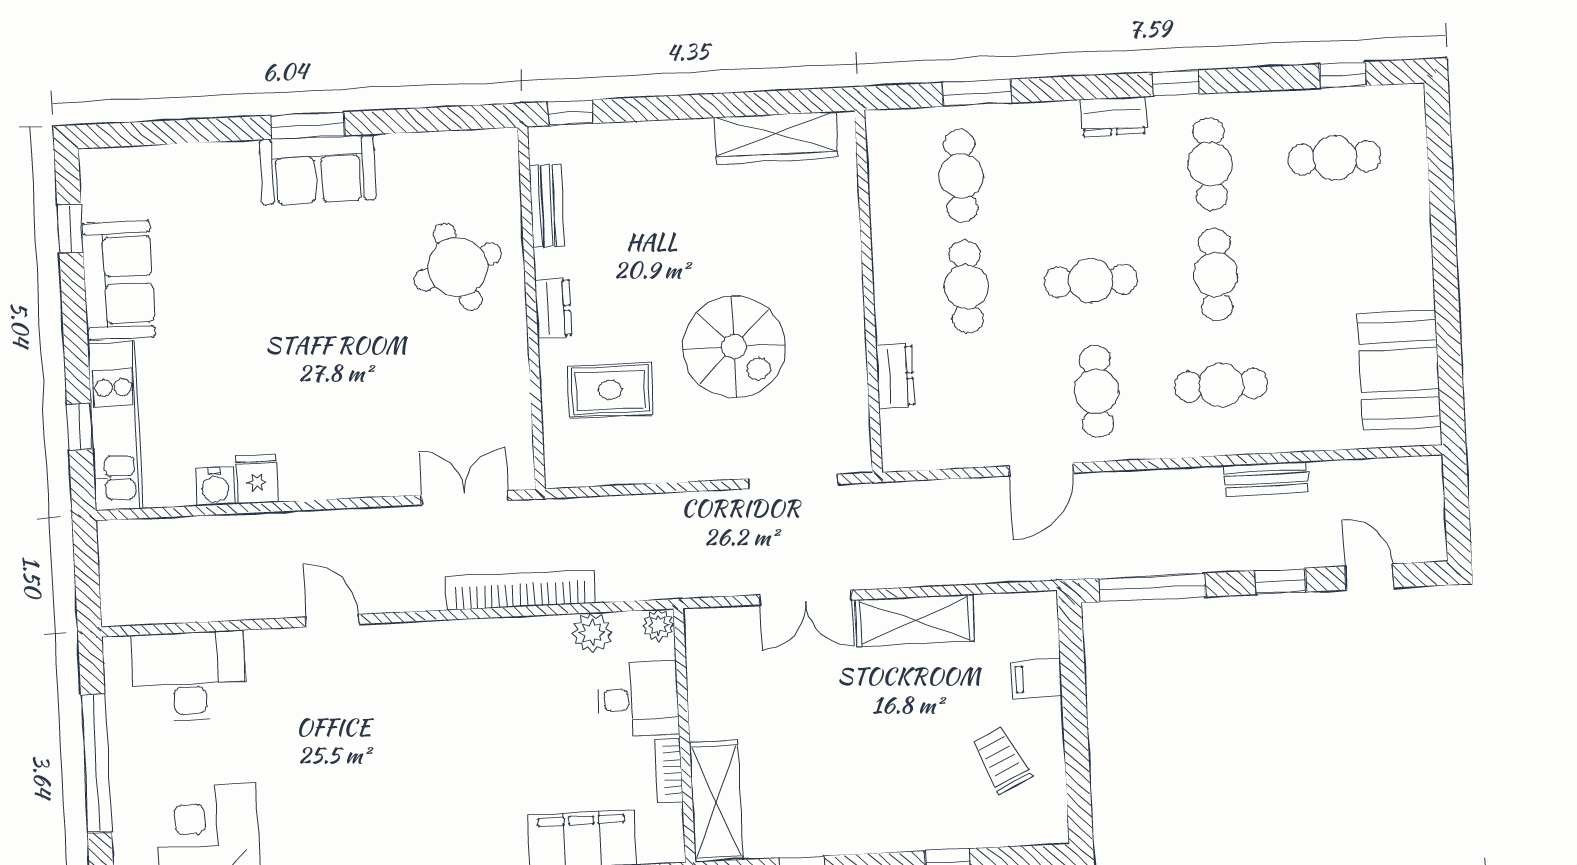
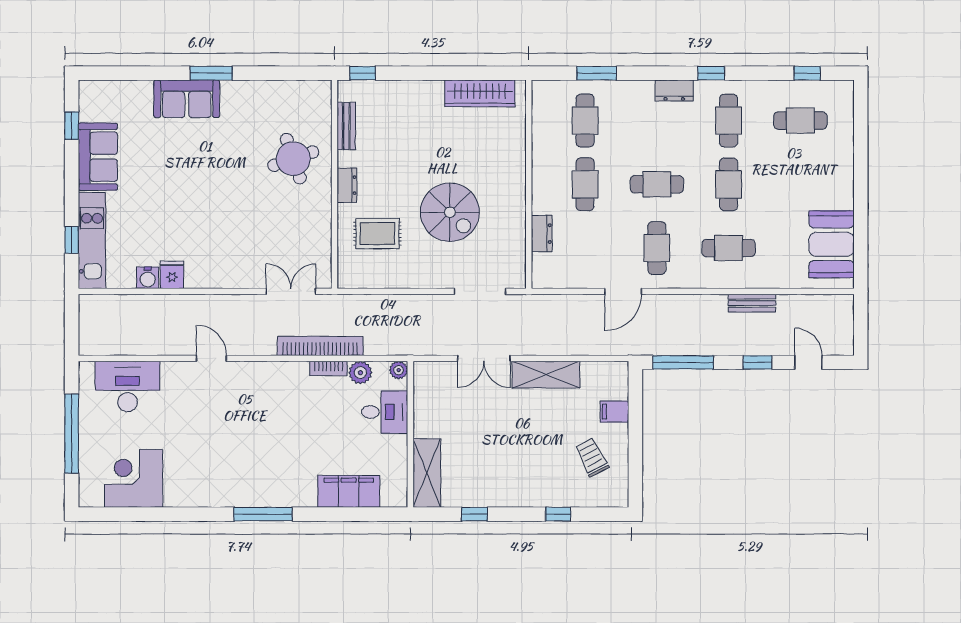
sofa: (318, 170) -> (187, 99), moved
bookcase: (668, 770) -> (328, 368), moved, turned -90

